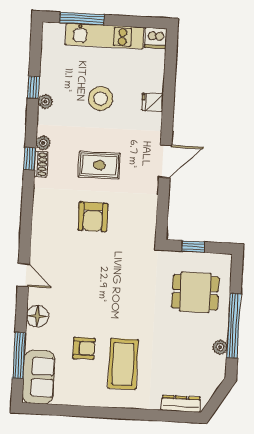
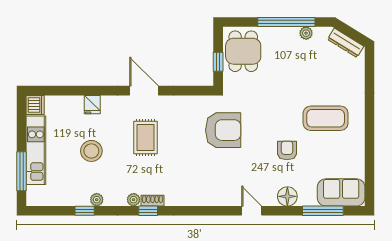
rug: (99, 165) -> (146, 137), moved
armchair: (93, 217) -> (223, 130), moved, width x1.36, depth x1.36
door: (23, 275) -> (252, 211), hinge flipped
dining table: (195, 292) -> (243, 51), moved
armchair: (84, 348) -> (287, 150), moved
dresser: (181, 404) -> (346, 43), moved, turned -58

